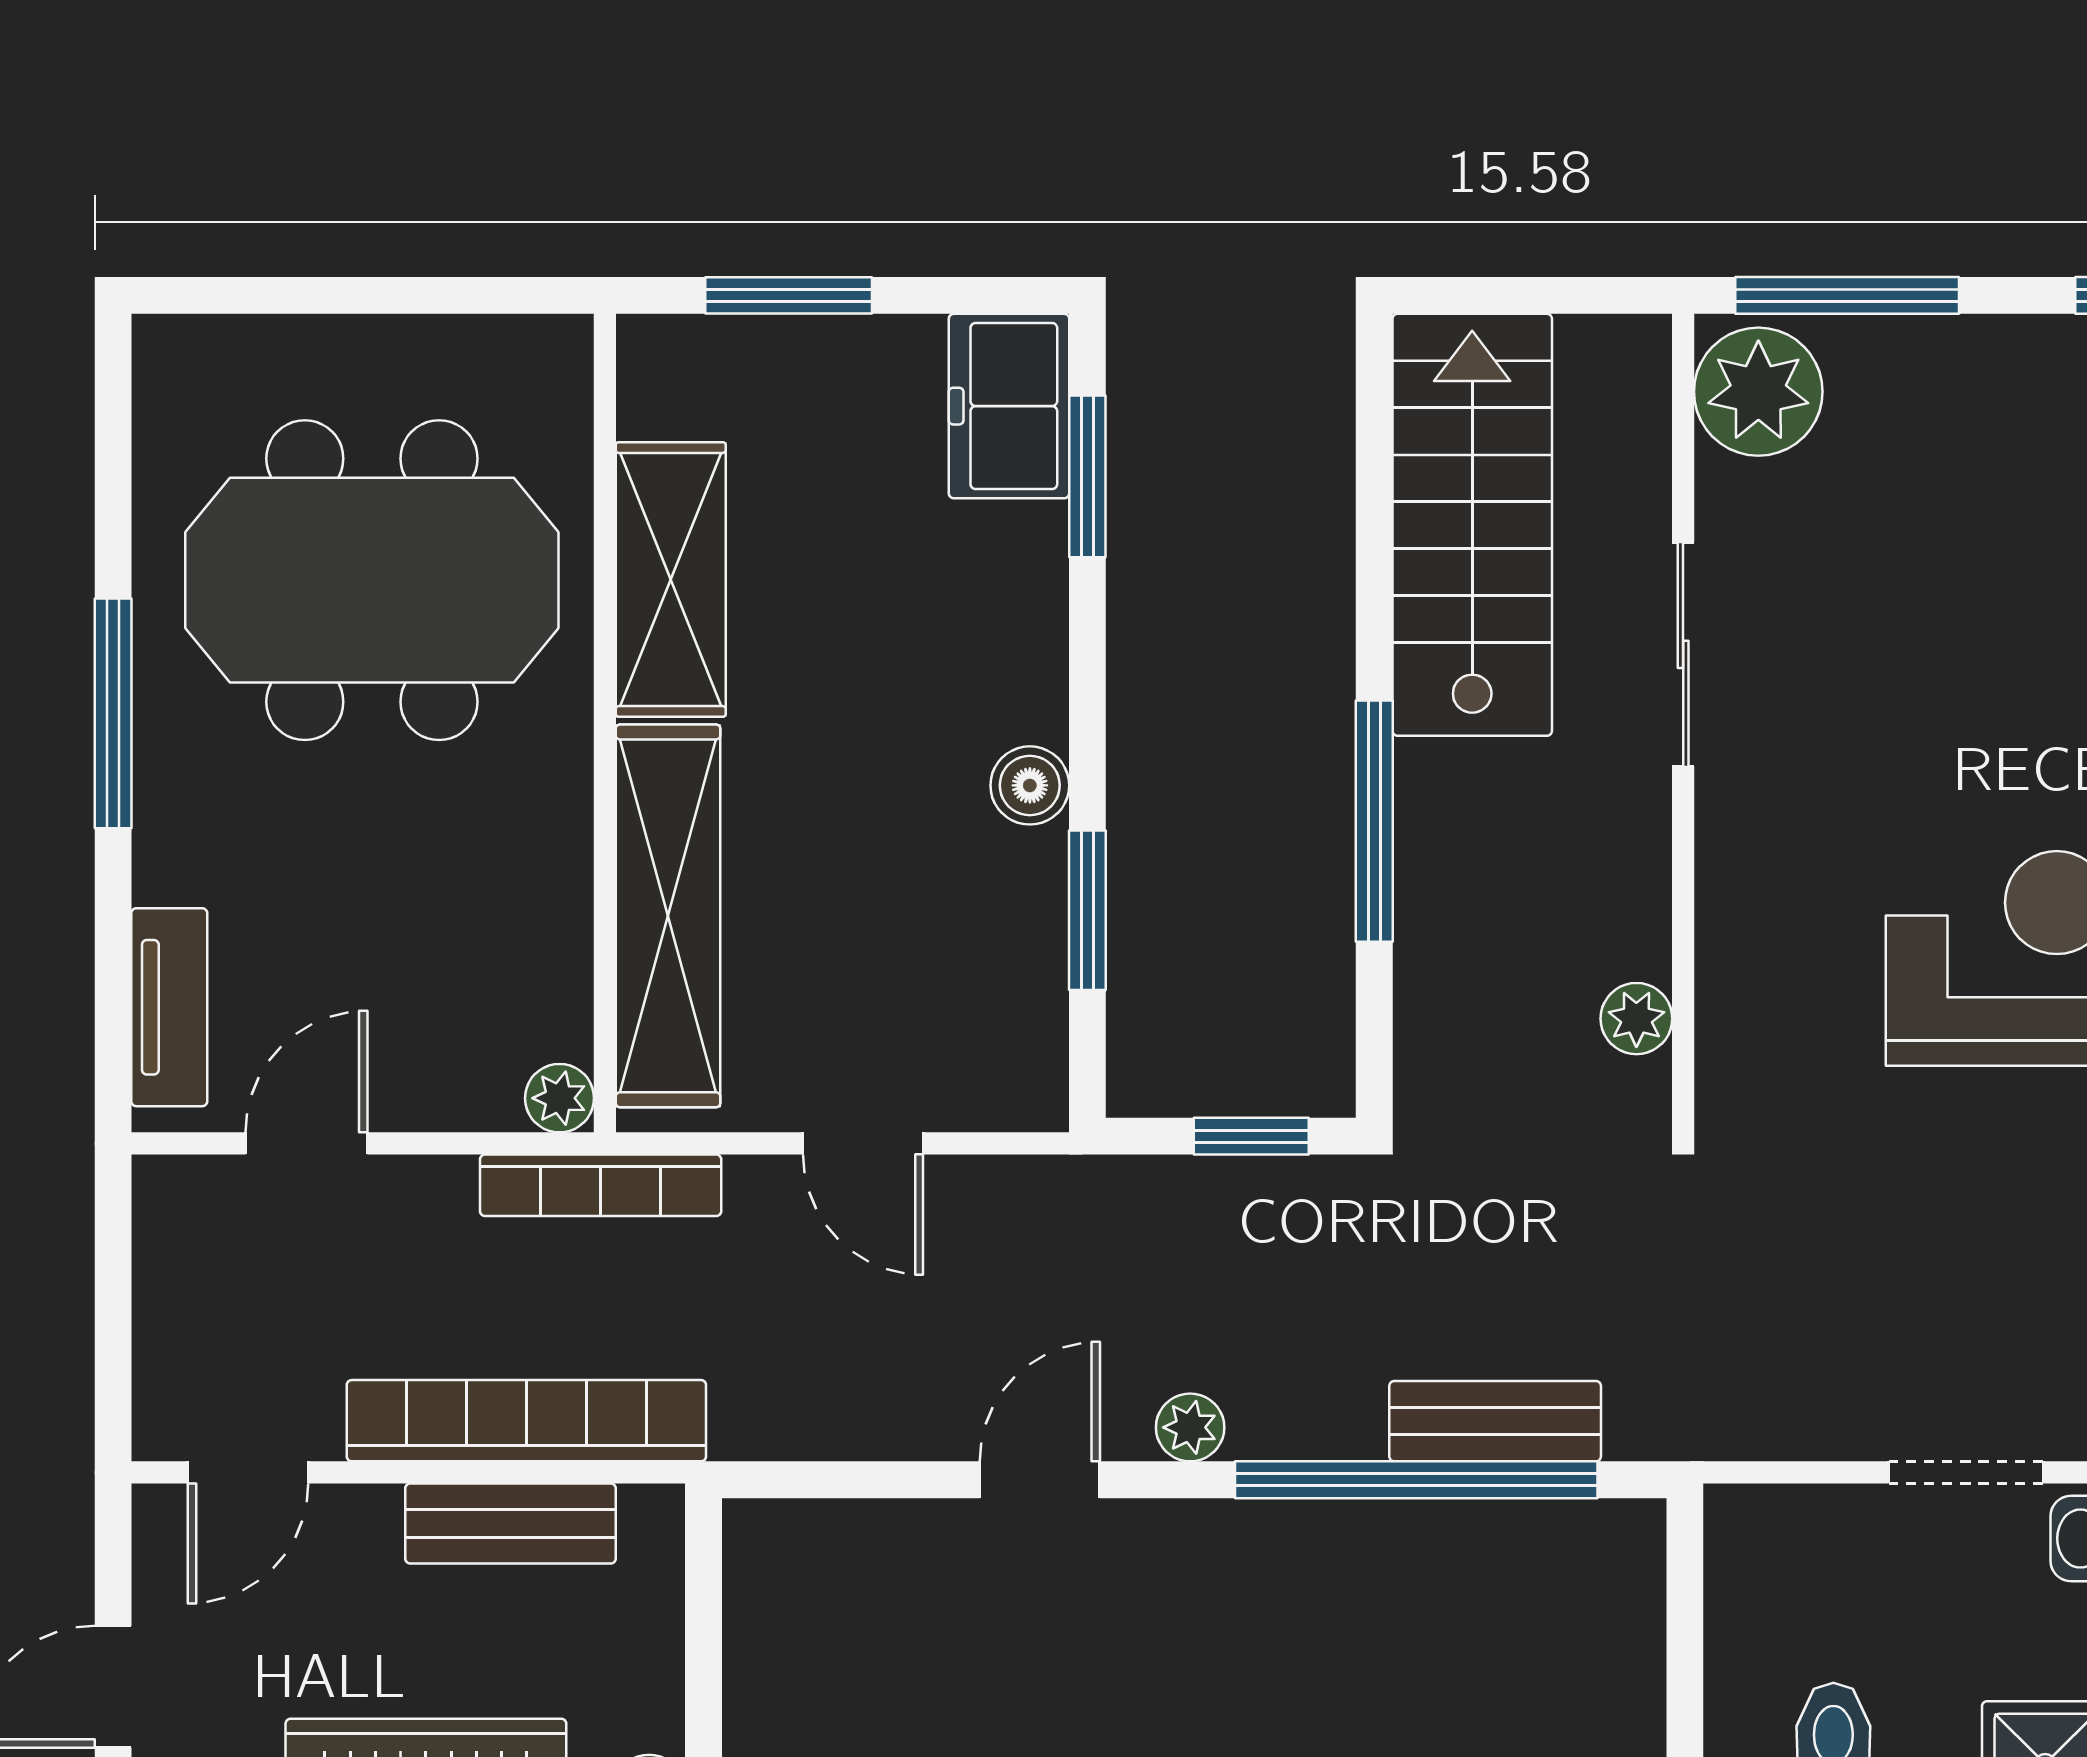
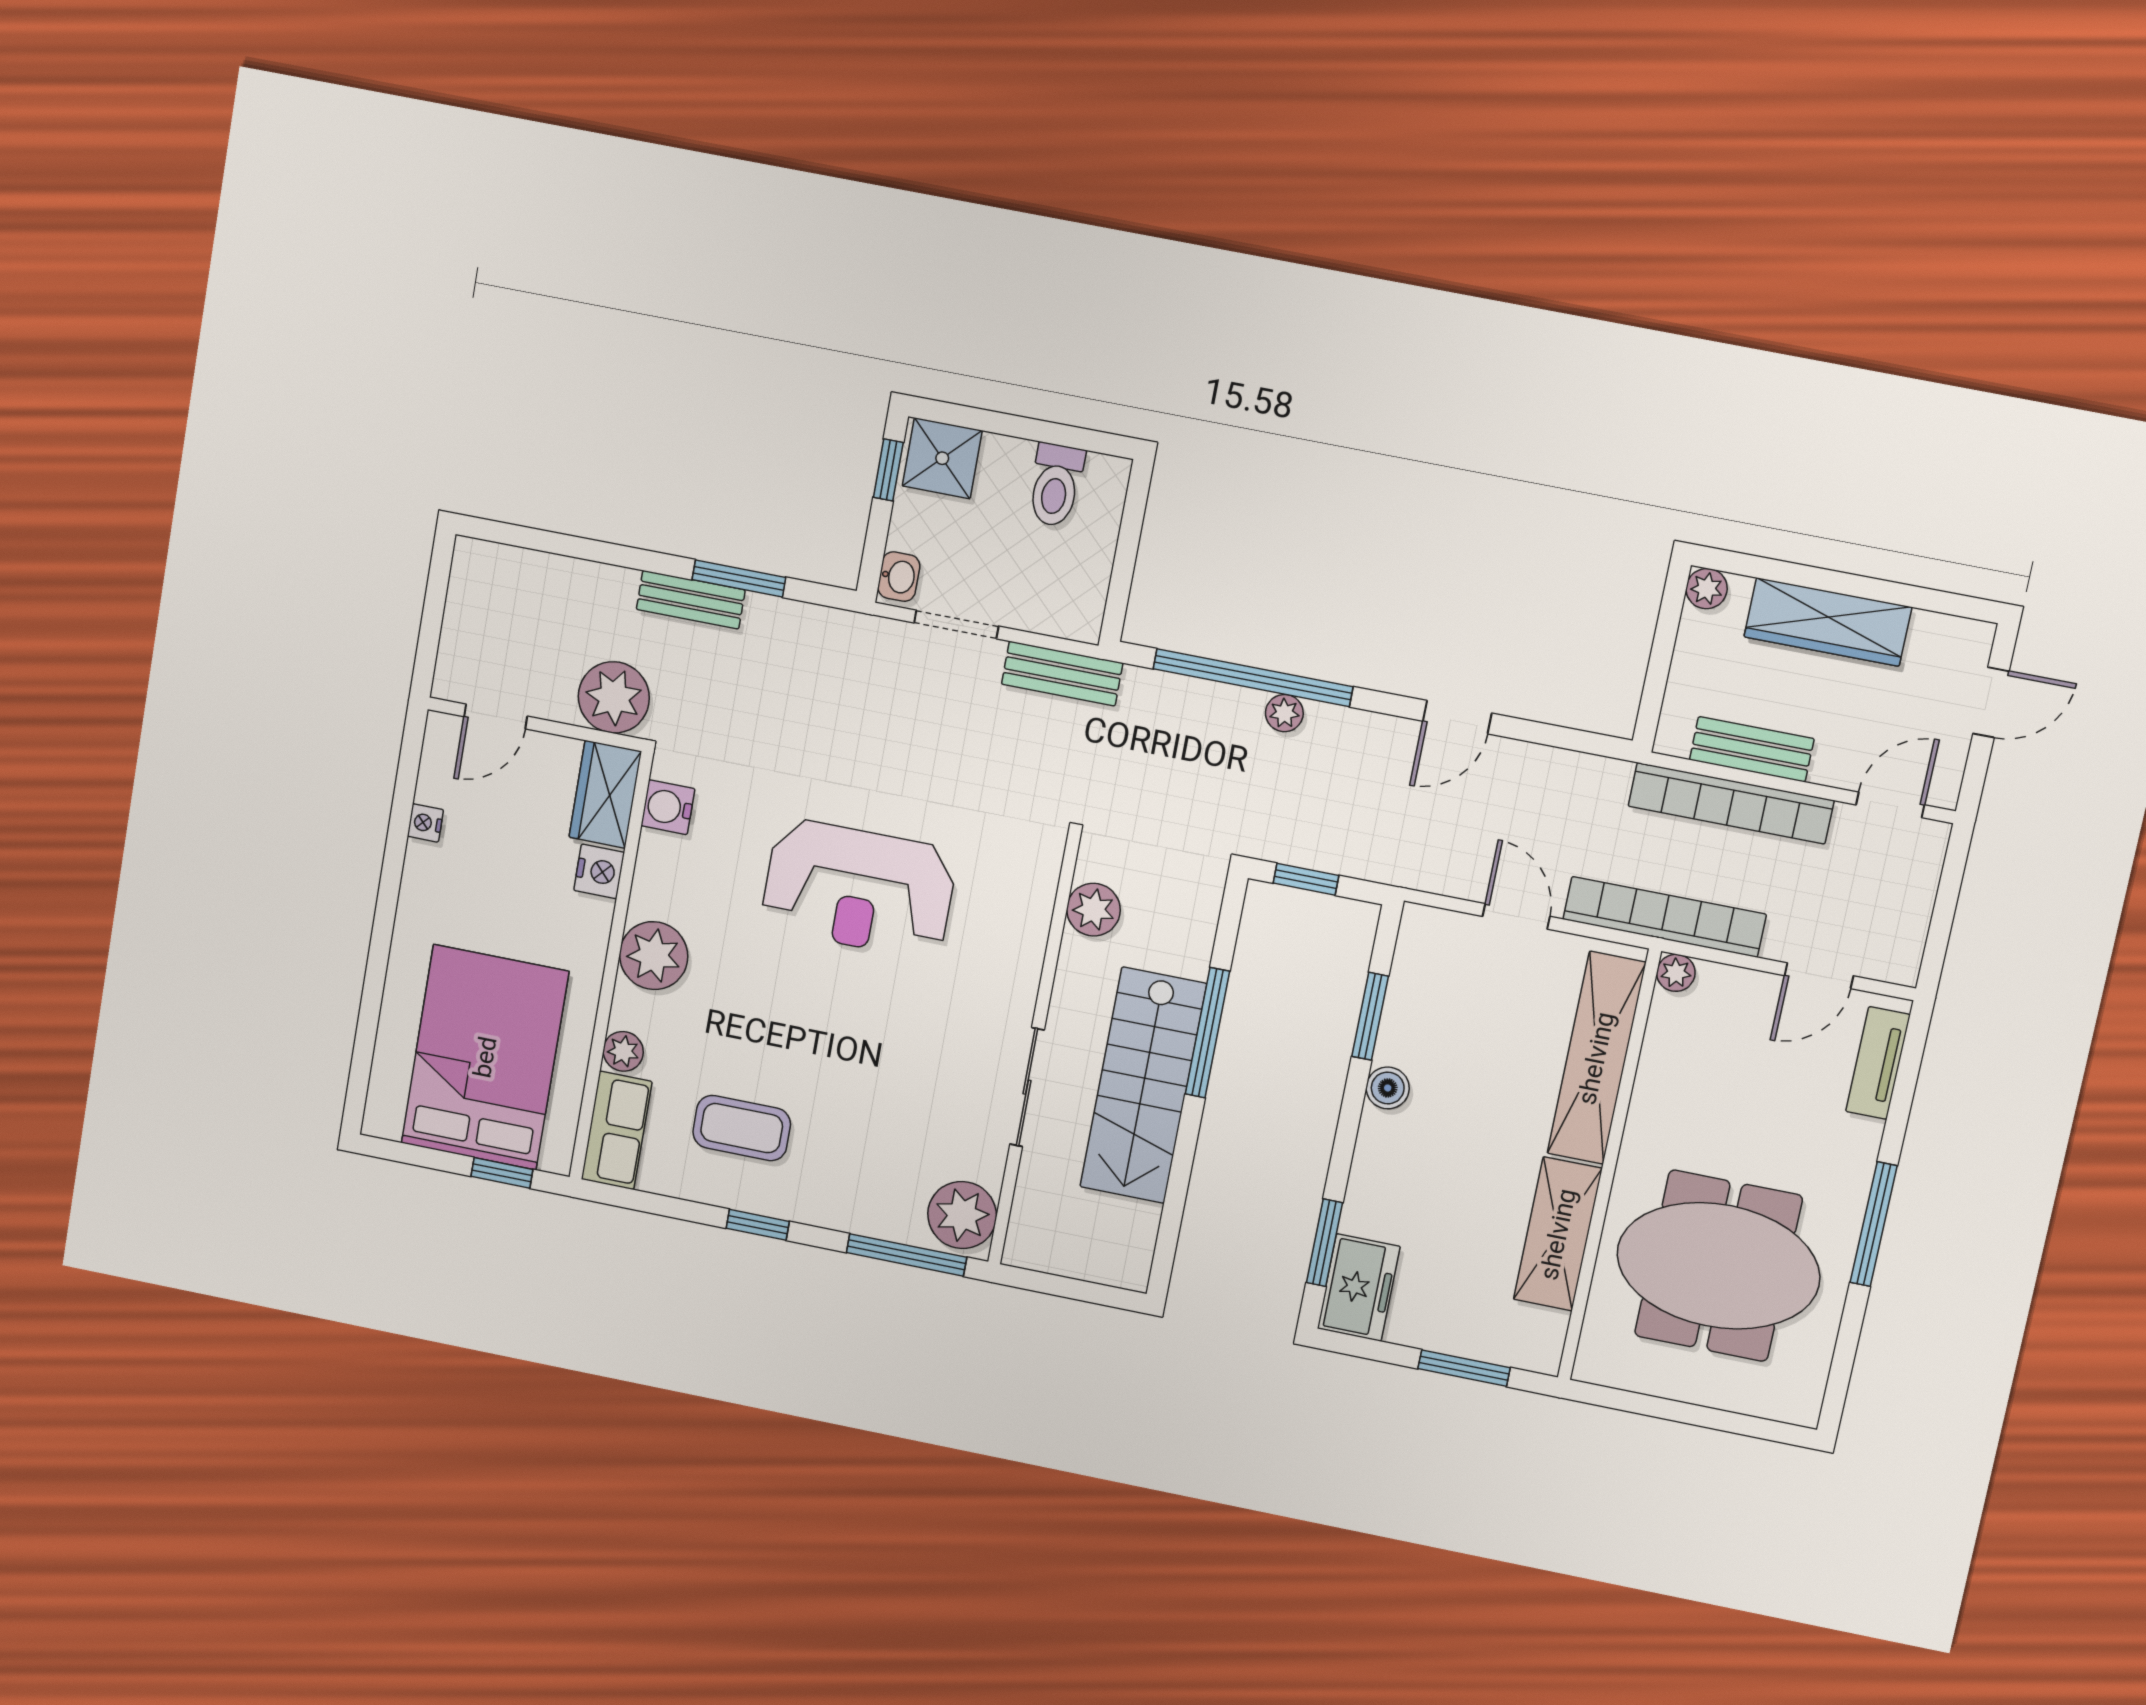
stairs: (1472, 525) -> (1143, 1086), moved
plant: (1636, 1019) -> (1093, 910), width x1.38, depth x1.38
bookcase: (601, 1185) -> (1665, 917), width x1.48, depth x1.31
bench: (1495, 1421) -> (1062, 674), moved
plant: (1190, 1427) -> (1284, 713), moved

